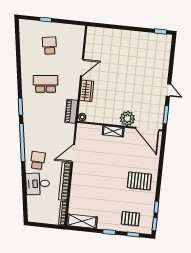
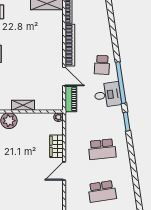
school desk: (49, 46) -> (102, 191), width x1.85
piano: (71, 111) -> (71, 99), moved
door: (73, 153) -> (64, 77), hinge flipped
desk: (38, 184) -> (108, 95), moved

